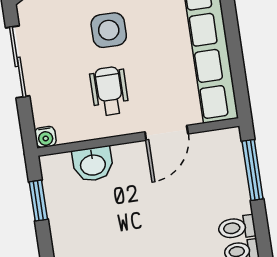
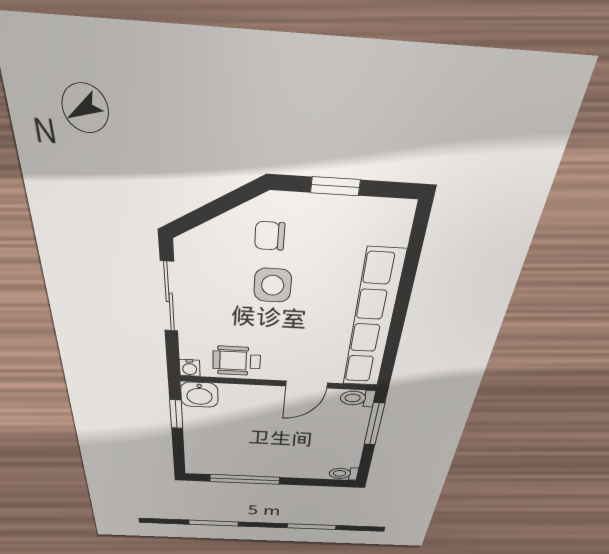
wheelchair: (109, 91) -> (237, 361), moved, turned -90
washbasin: (93, 164) -> (199, 395), moved
toilet: (237, 228) -> (357, 398), moved

